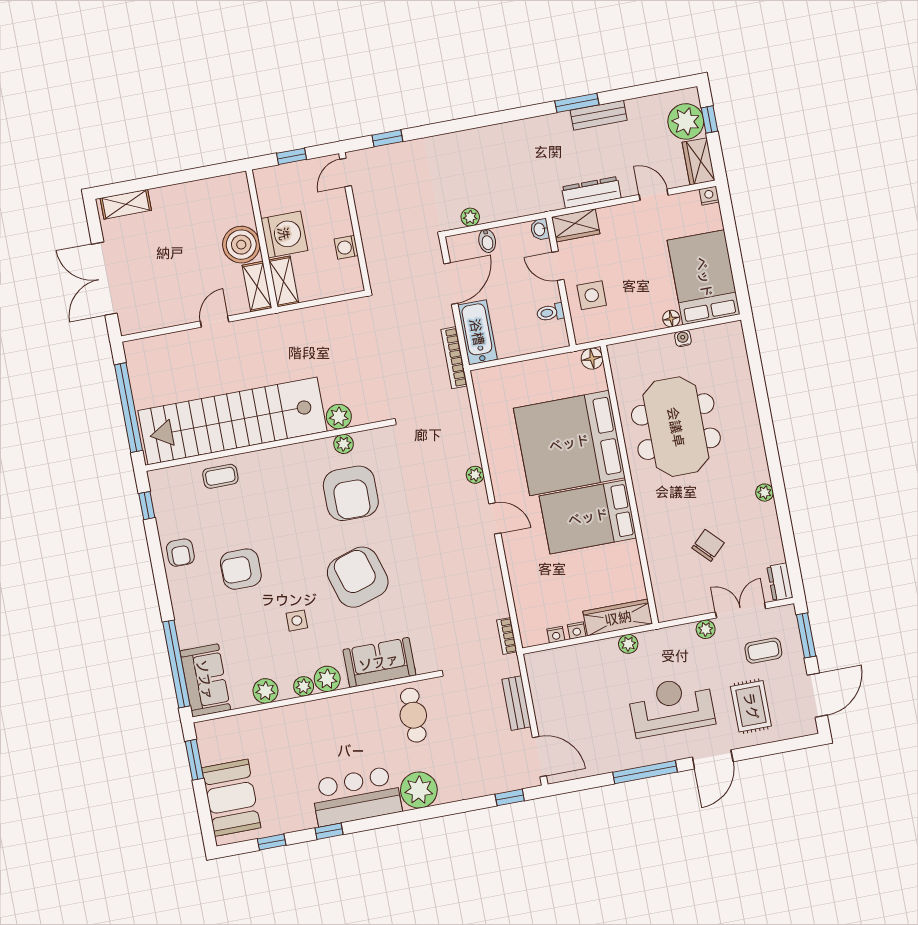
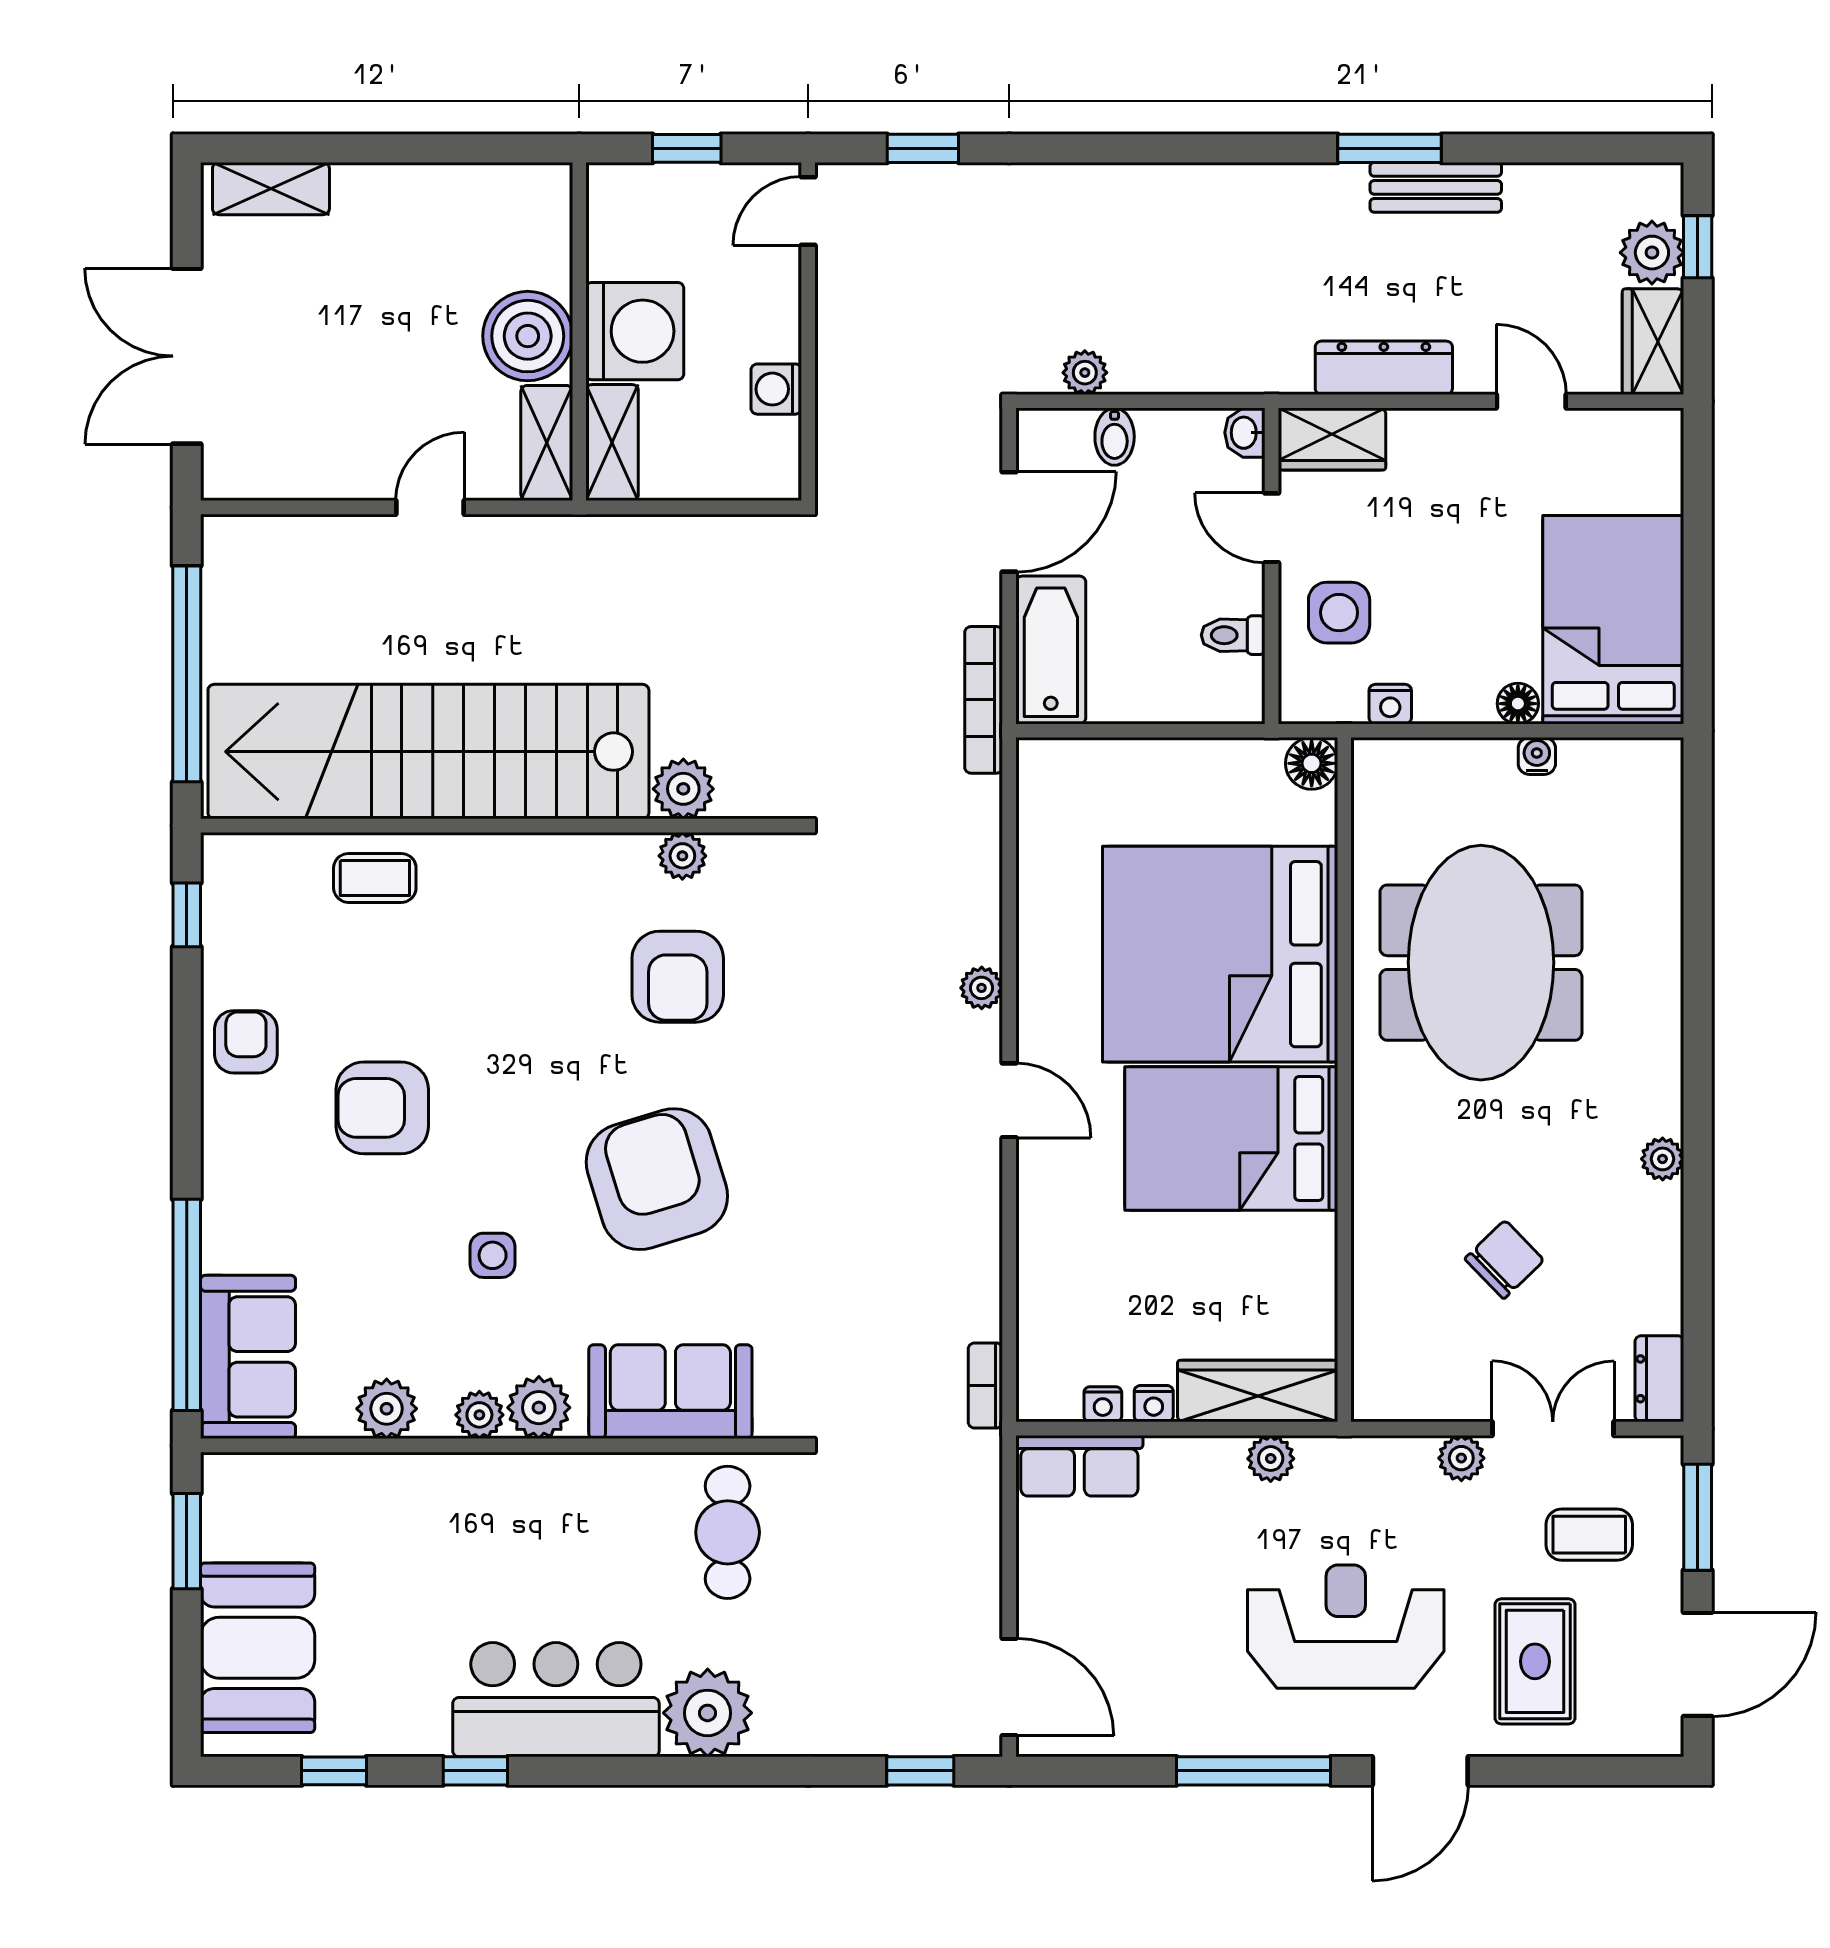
plant: (686, 121) -> (1652, 253), width x0.73, depth x0.73
nightstand: (709, 196) -> (1390, 704), moved, turned 180
armchair: (351, 493) -> (678, 977), width x0.73, depth x0.73
armchair: (180, 553) -> (246, 1042), turned 180
row of seats: (551, 661) -> (1079, 1466), added
bench: (516, 703) -> (978, 1550), removed

